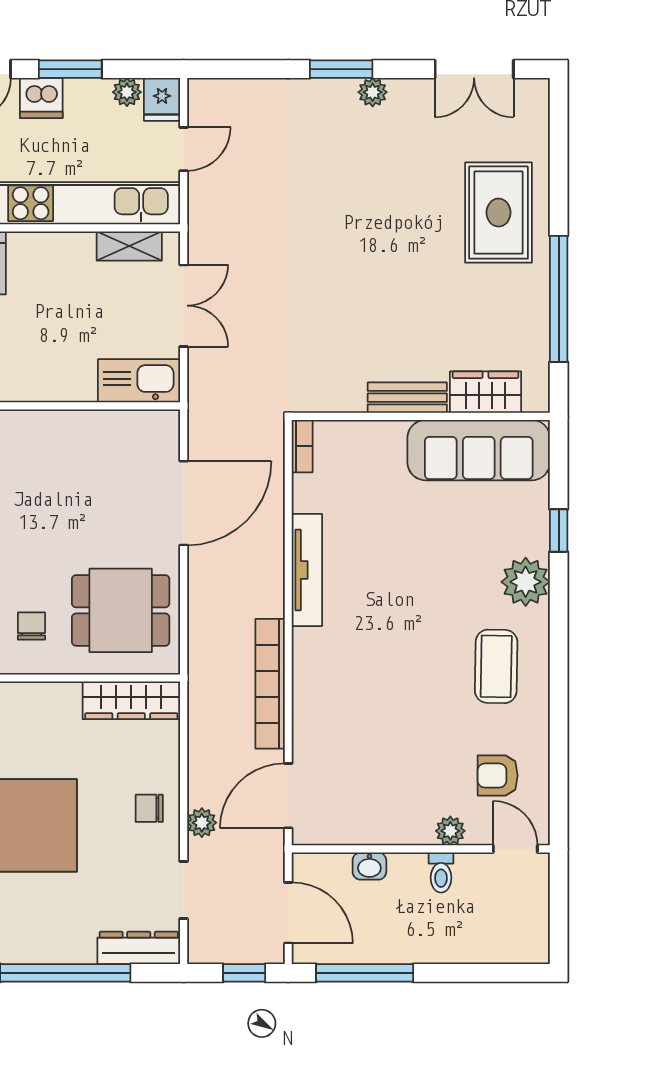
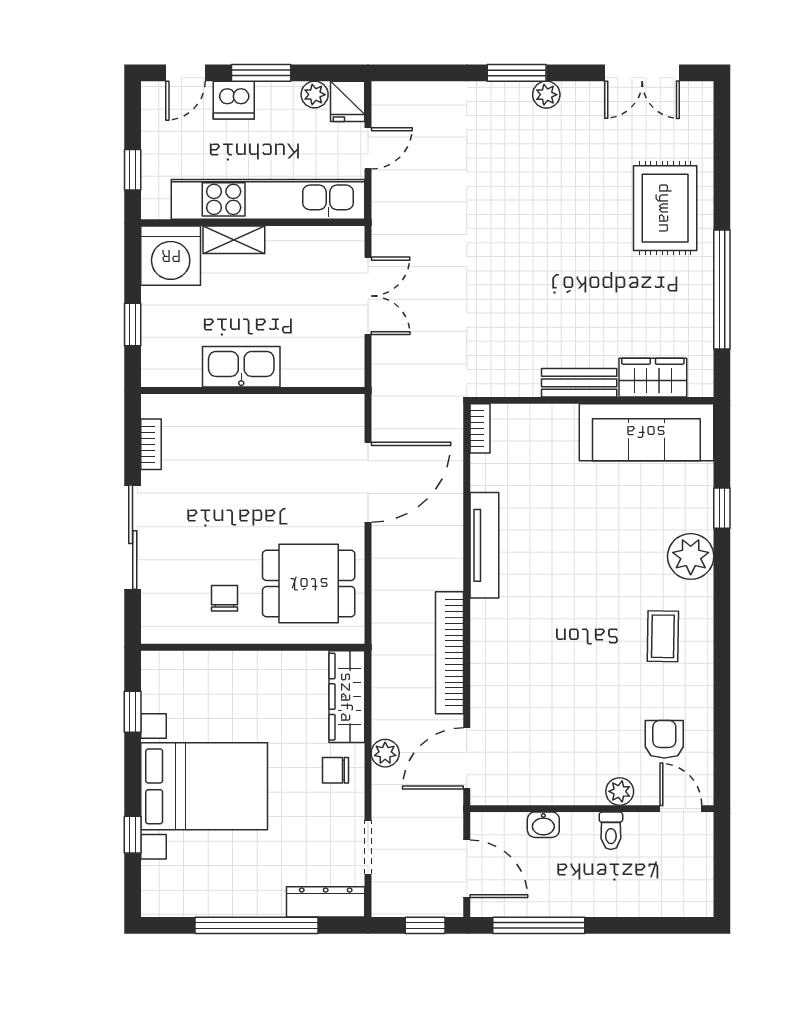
shelving: (129, 246) -> (234, 240), moved
kitchen sink: (139, 381) -> (241, 367), moved
coffee table: (496, 666) -> (663, 636), width x0.73, depth x0.77
wardrobe: (131, 700) -> (347, 697), moved, turned 90
armchair: (498, 776) -> (664, 739), turned 90
plant: (202, 823) -> (385, 753), moved

